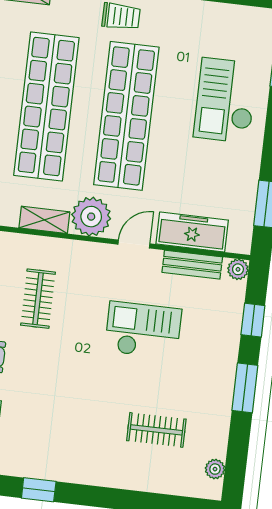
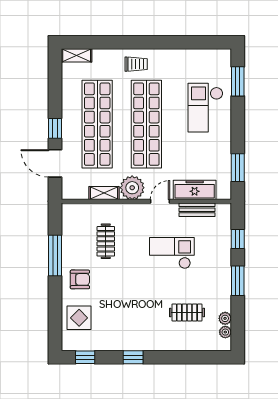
plant: (238, 269) -> (225, 318), moved
window: (39, 490) -> (133, 357), moved

